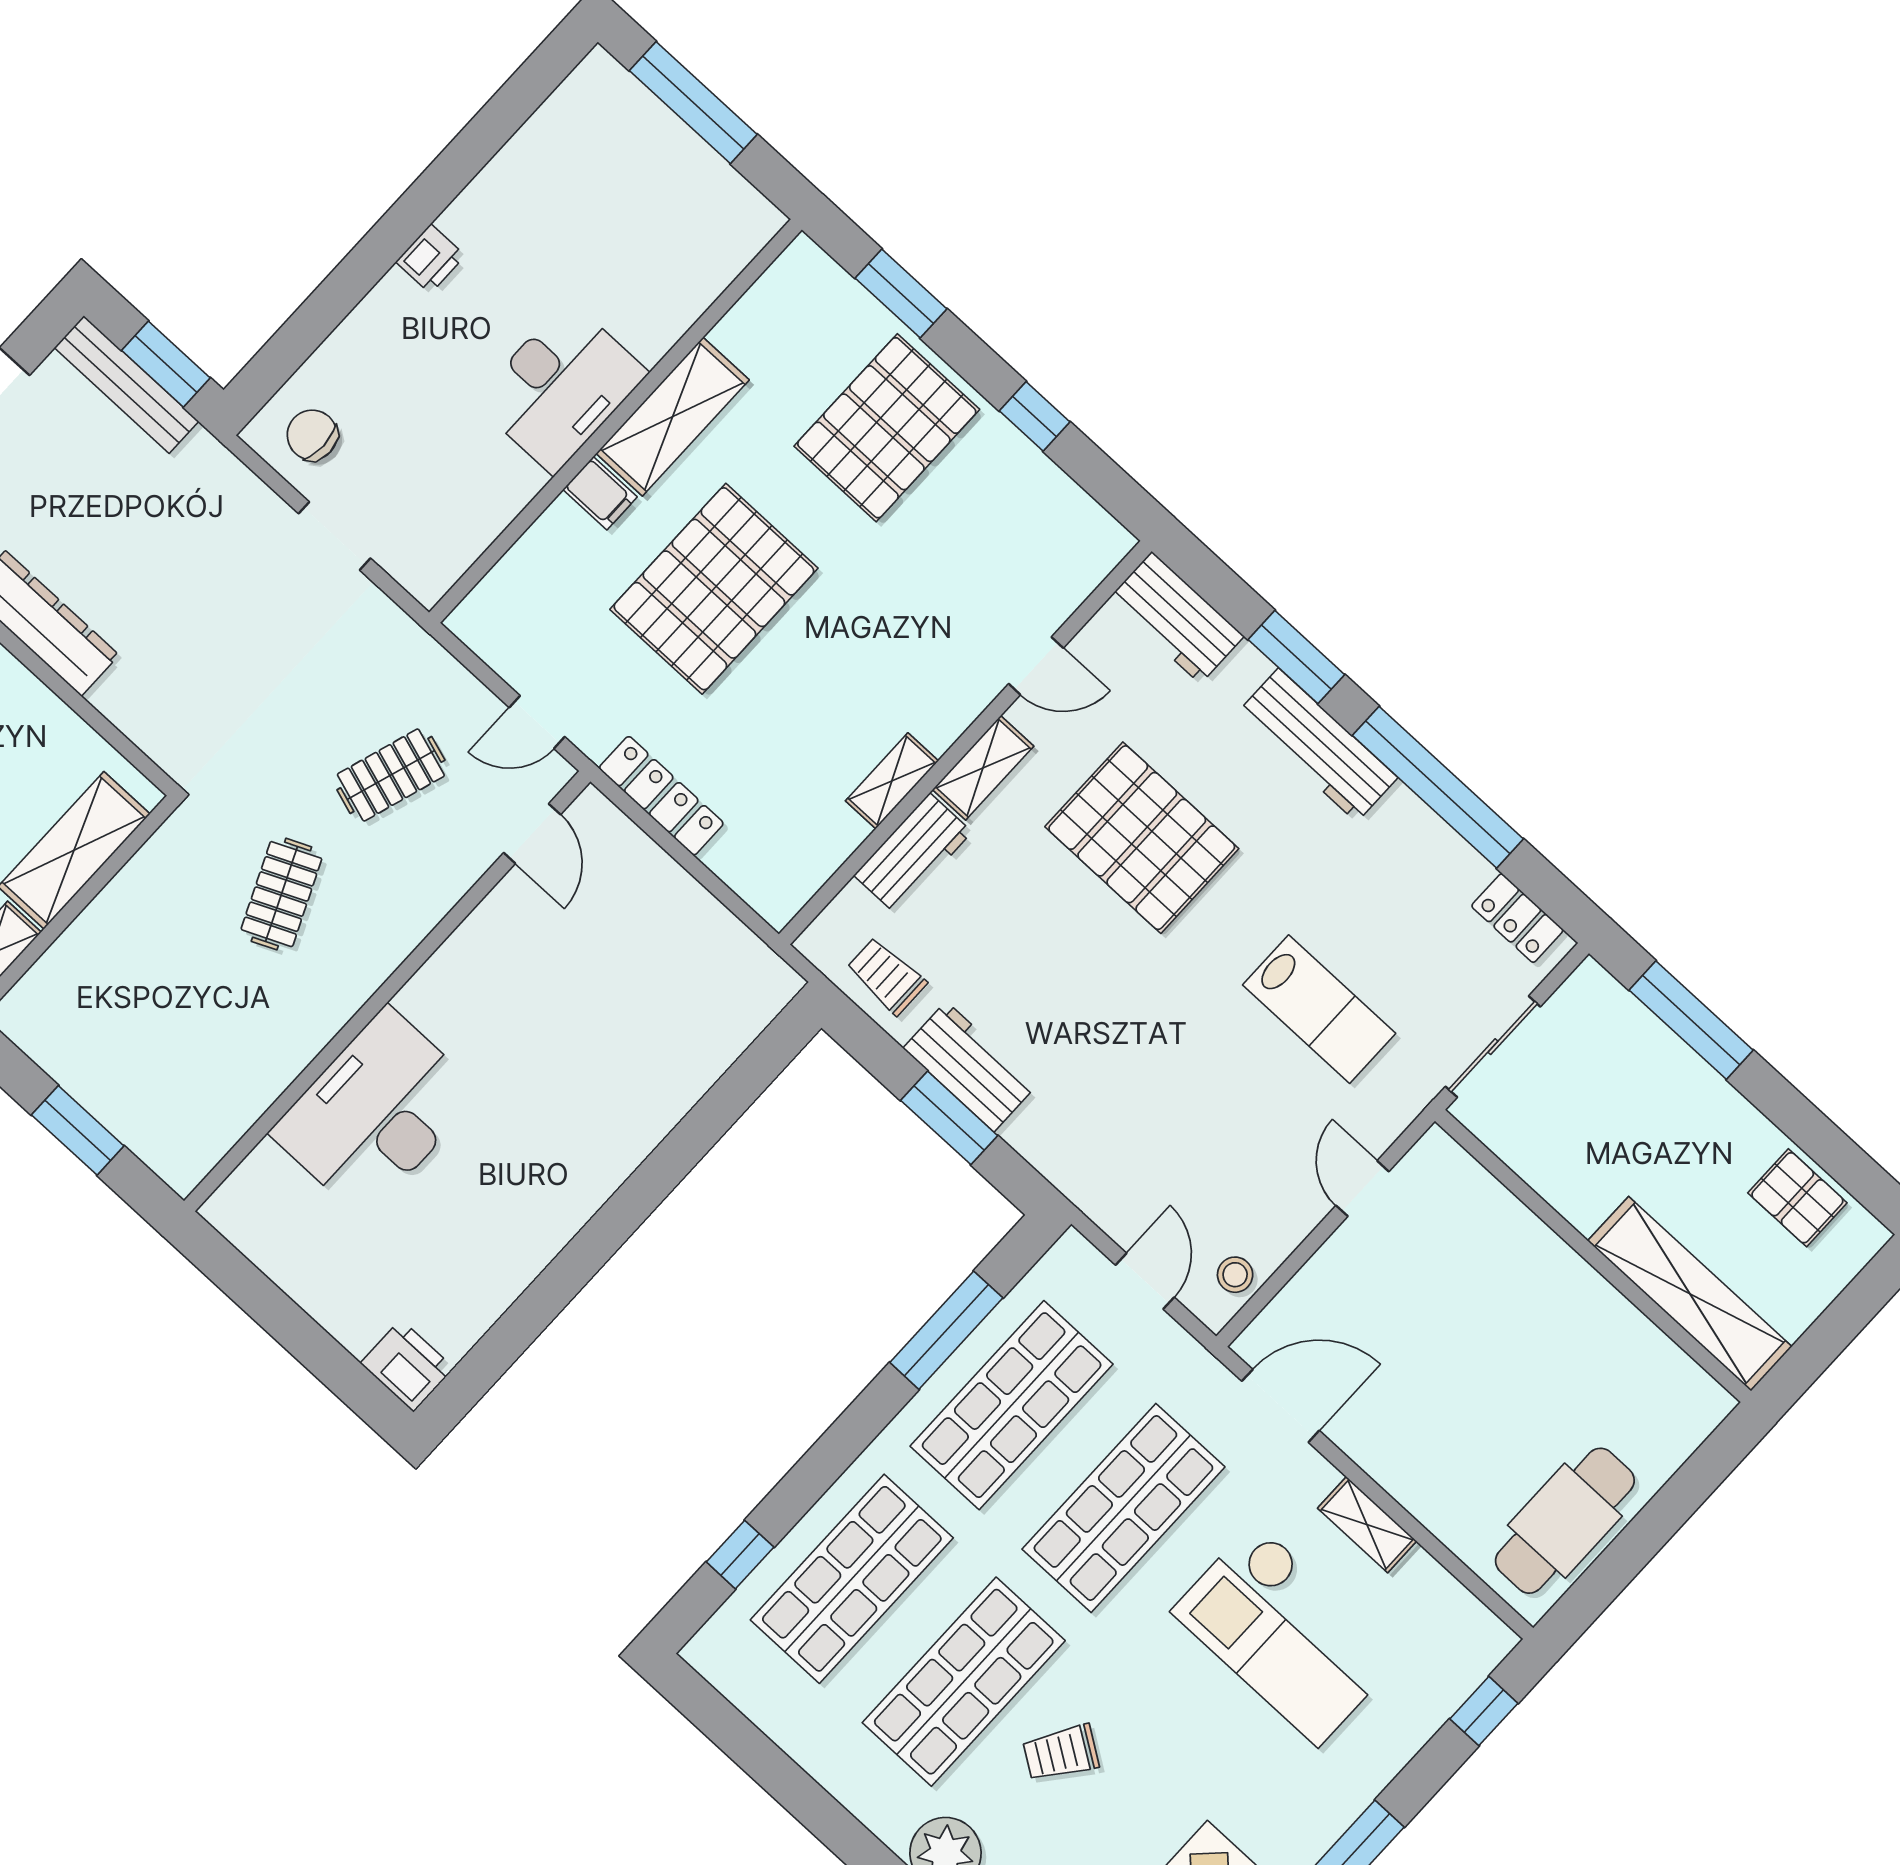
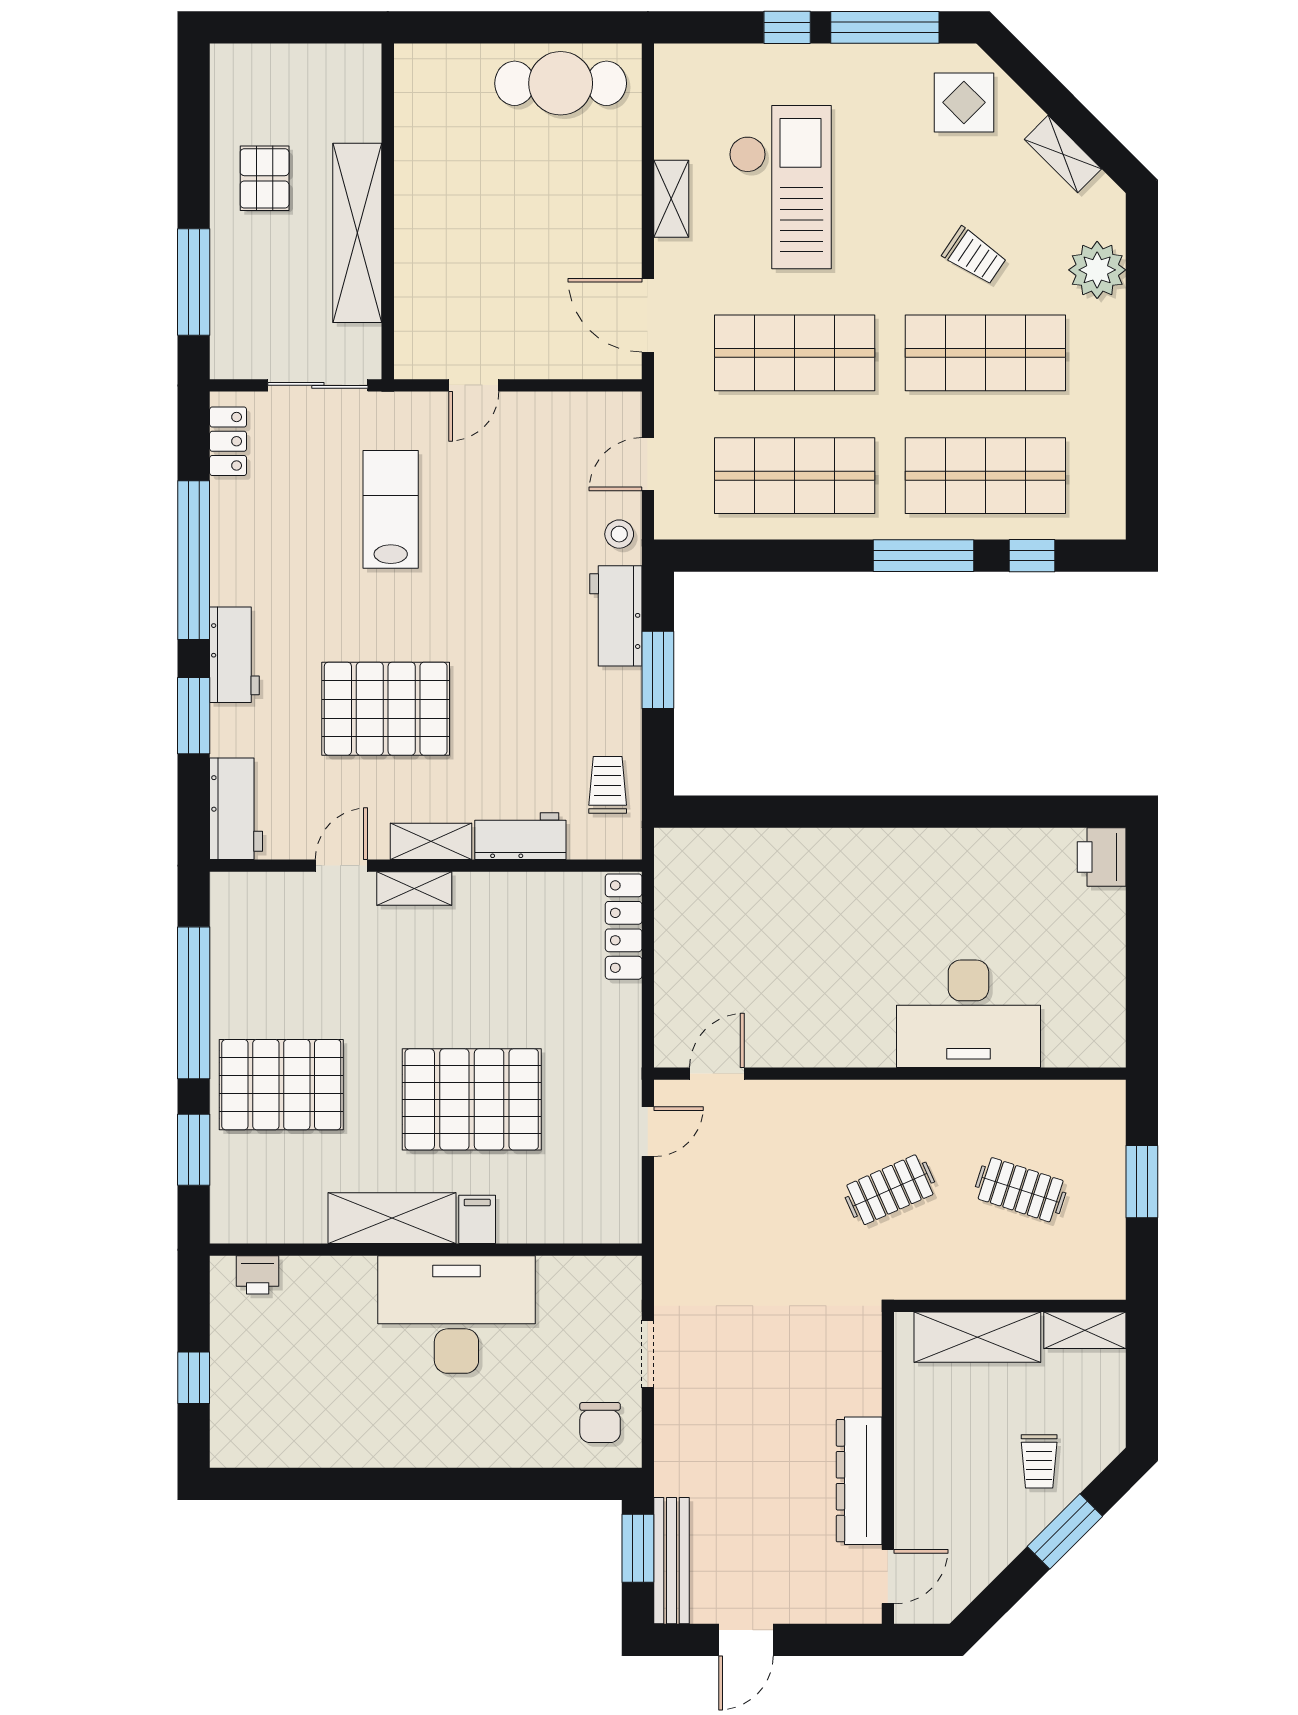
window: (693, 103) -> (194, 1378), width x0.46
printer: (431, 259) -> (258, 1275), moved, turned 180
desk: (561, 387) -> (456, 1315), width x1.36, depth x1.30
window: (1035, 416) -> (194, 1003), width x3.17
door: (1036, 666) -> (341, 866), hinge flipped
door: (537, 722) -> (648, 1132), hinge flipped
workbench: (1318, 745) -> (234, 655), width x0.73
clothes rail: (391, 775) -> (1021, 1190), moved
shelving: (892, 781) -> (414, 888), moved
locker: (661, 796) -> (624, 927), moved
pallet: (1142, 838) -> (386, 709), turned 90
trolley: (887, 976) -> (608, 785), turned 180
workbench: (970, 1067) -> (616, 616), moved
pallet: (1797, 1198) -> (265, 178), moved
stool: (1235, 1275) -> (619, 534), moved
shelving: (1690, 1294) -> (357, 233), moved
window: (946, 1330) -> (923, 556), moved
window: (1484, 1711) -> (787, 27), moved

